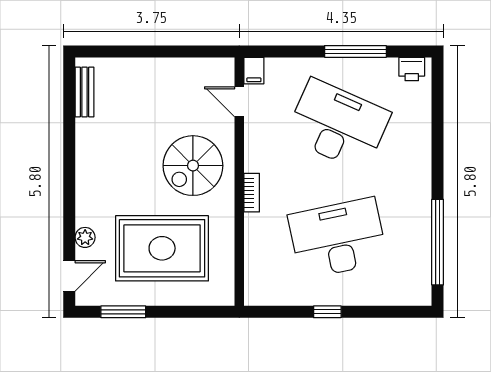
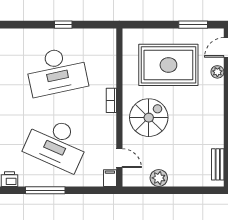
plant: (177, 71) -> (159, 178), added

